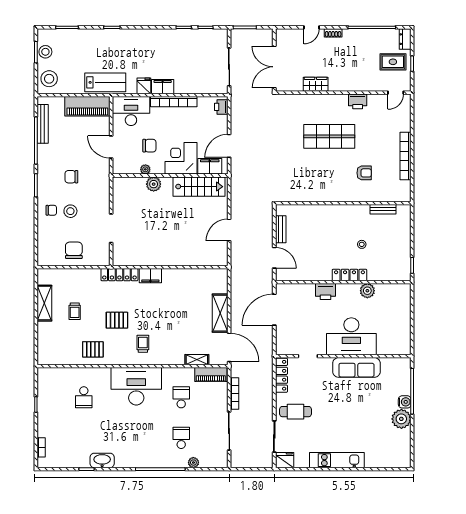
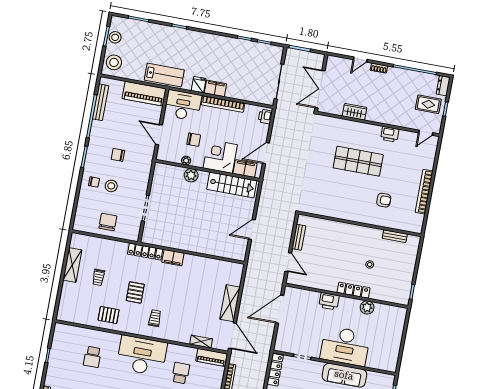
pallet: (117, 320) -> (135, 292), turned 90

